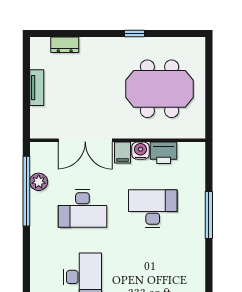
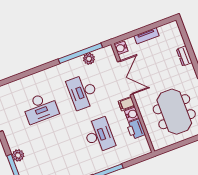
dresser: (65, 45) -> (184, 56), moved
water cooler: (40, 130) -> (121, 48), added
double door: (85, 140) -> (125, 78), swing flipped

